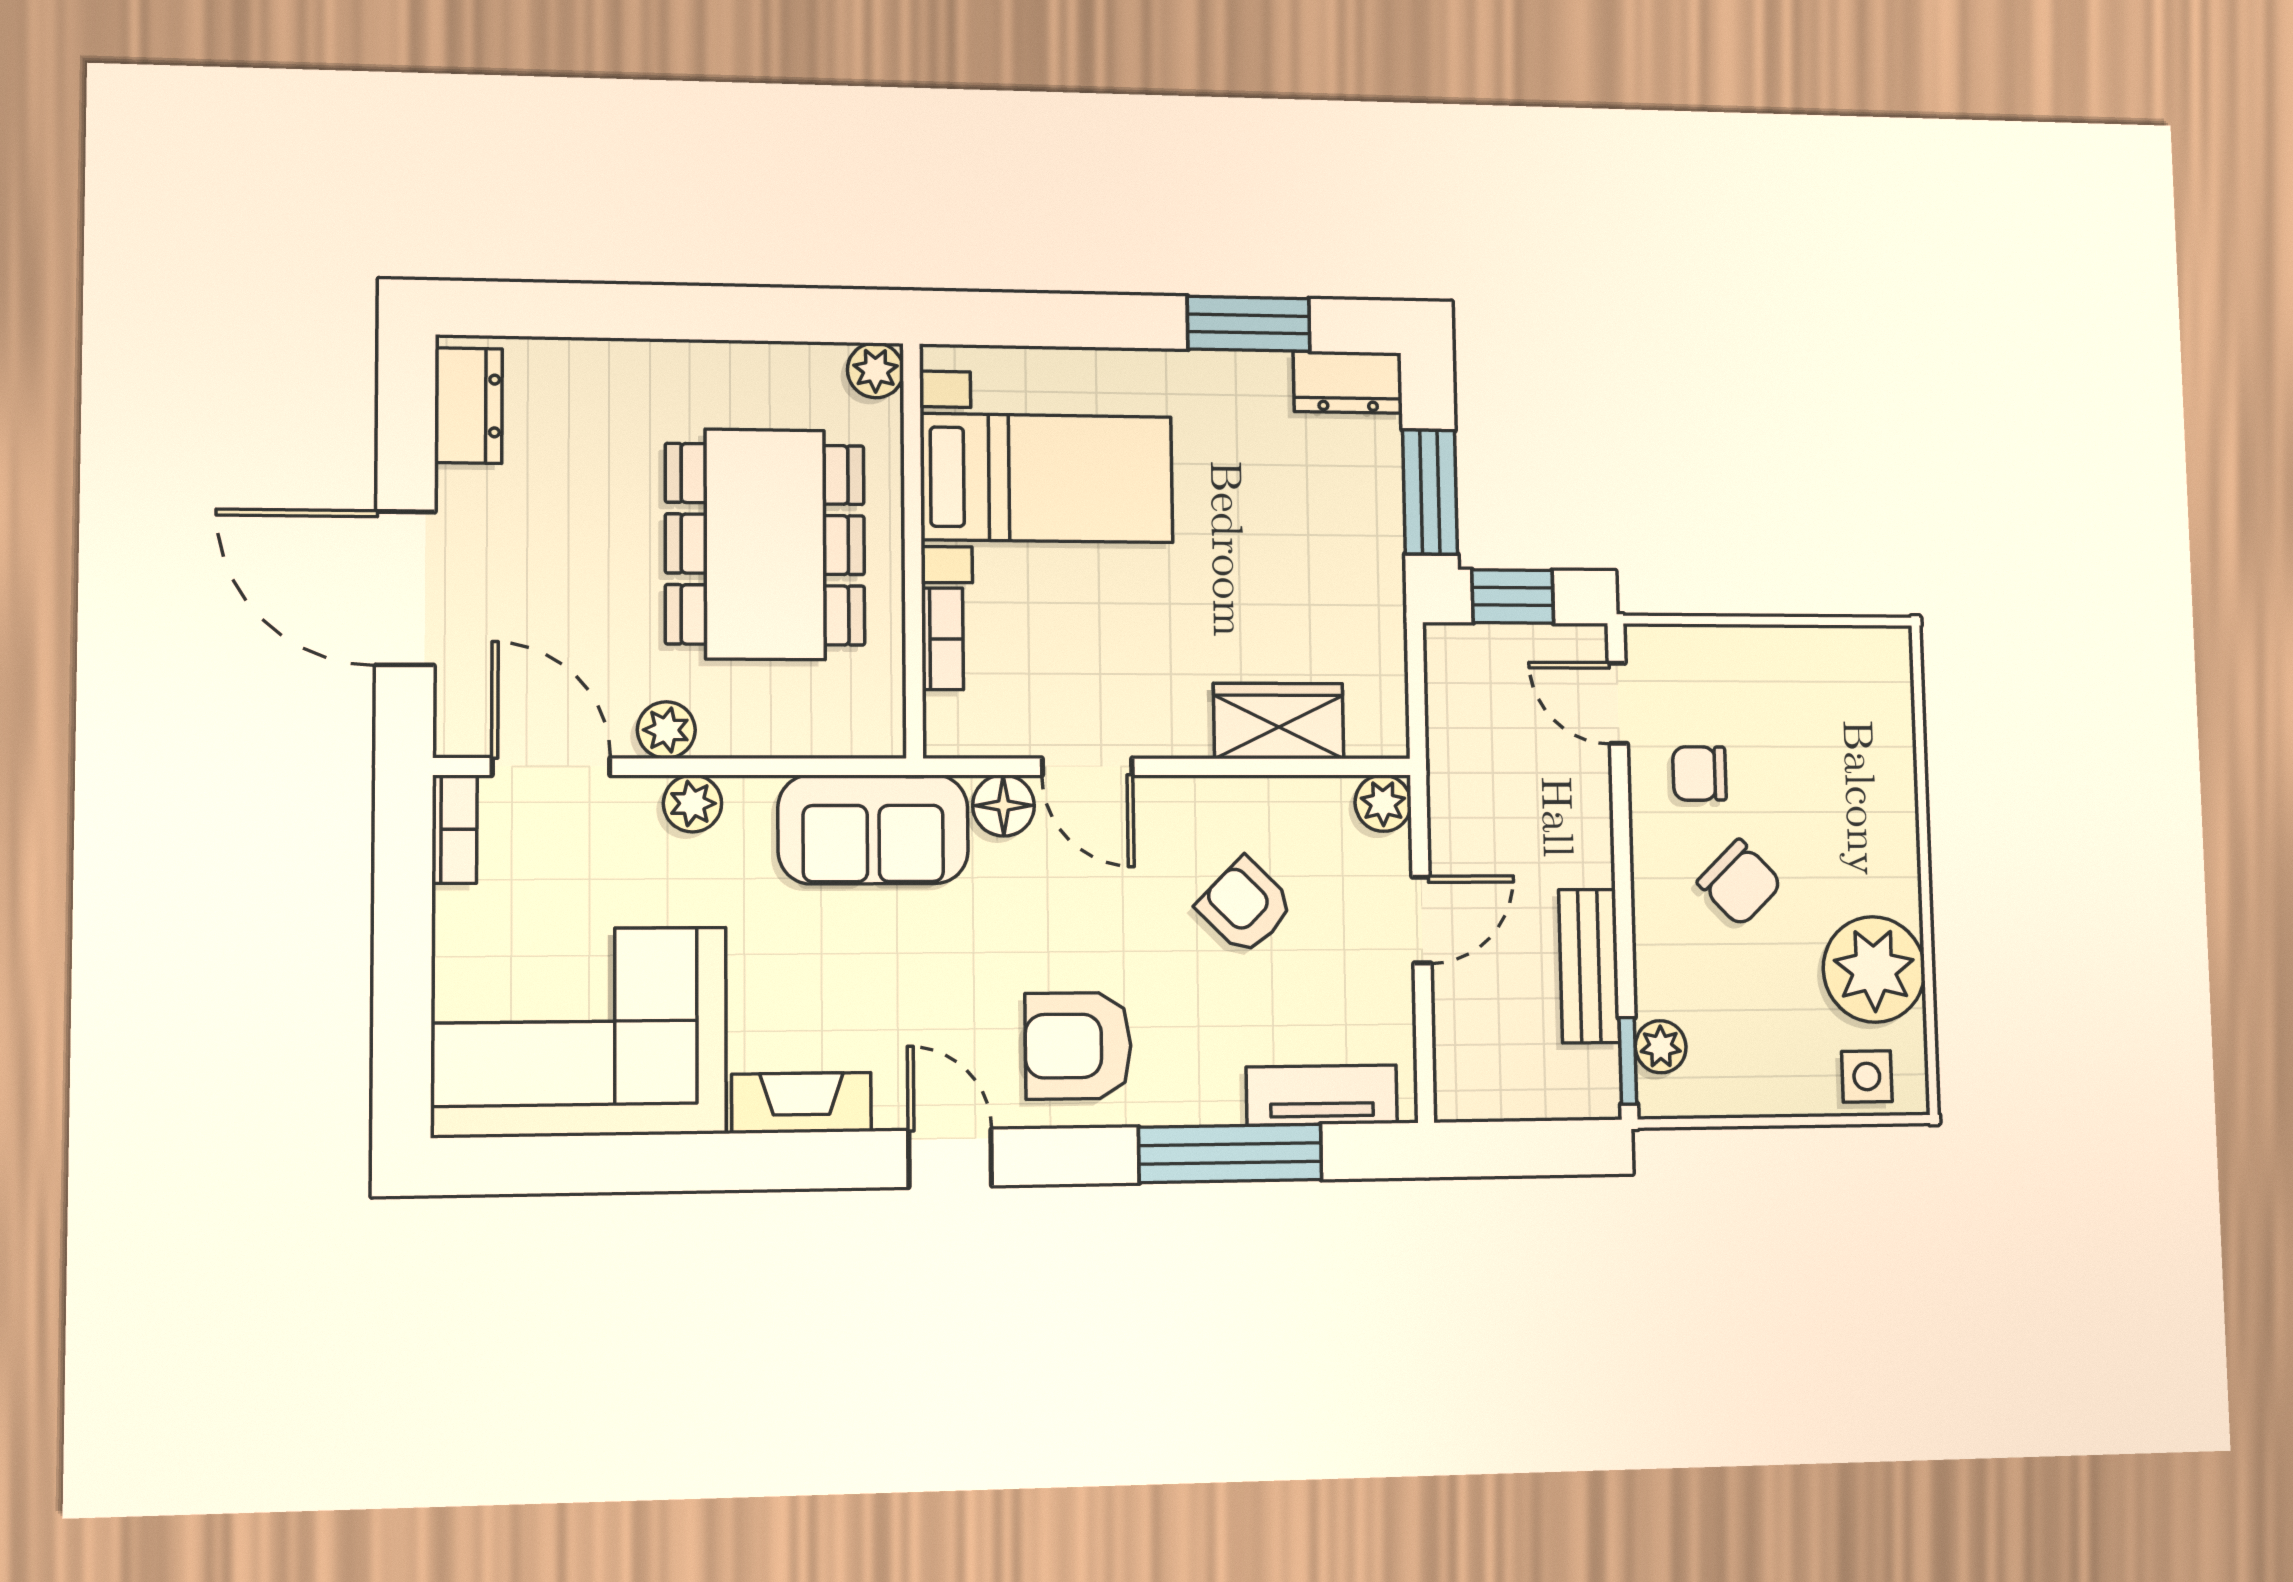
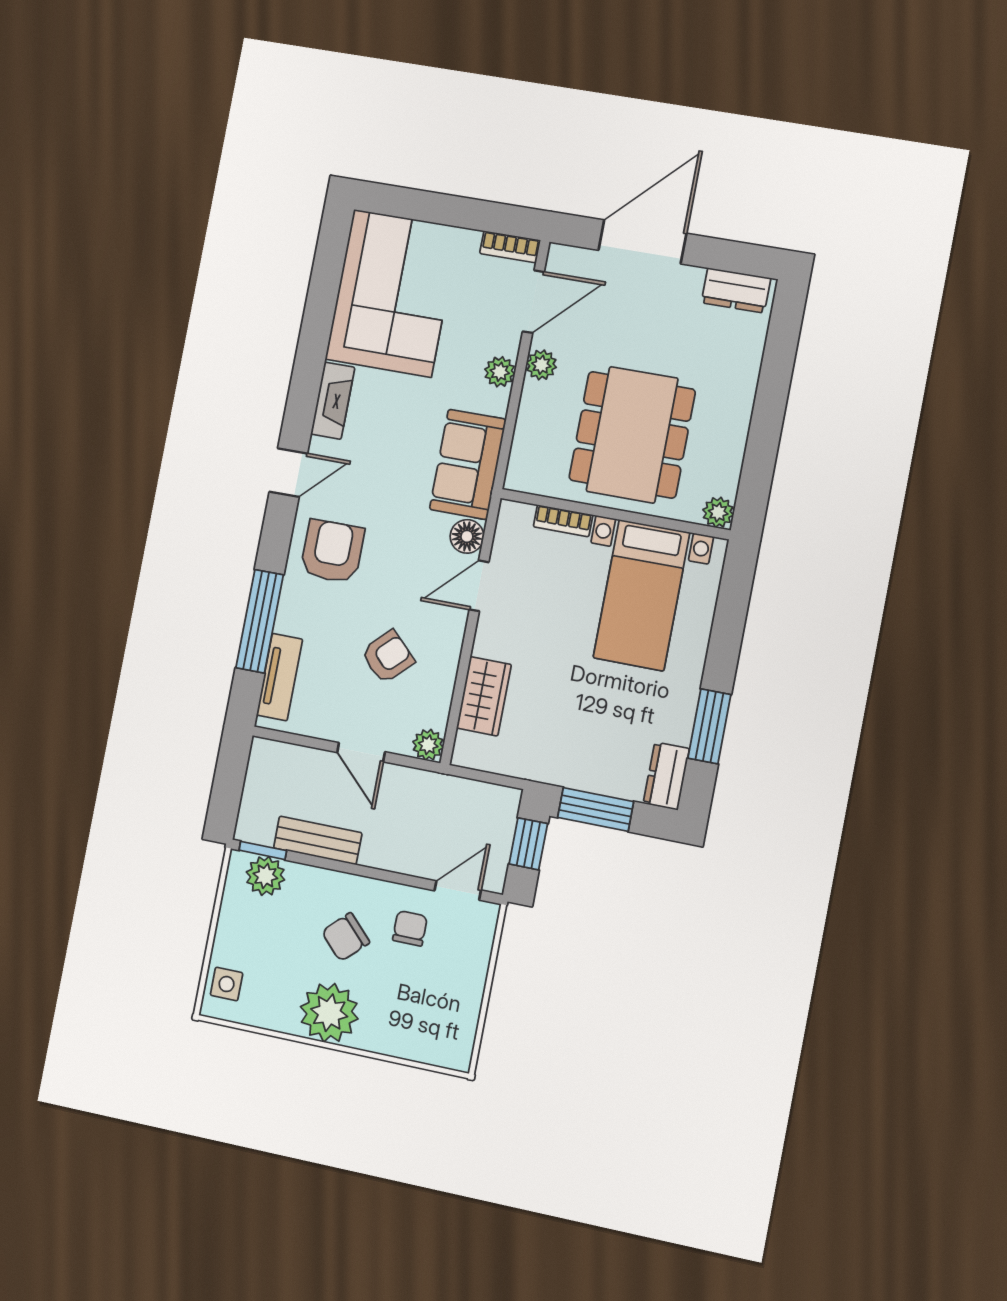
dining table: (765, 544) -> (632, 435), turned 90
plant: (1874, 969) -> (329, 1013), moved
plant: (1661, 1047) -> (265, 876), width x1.38, depth x1.38

